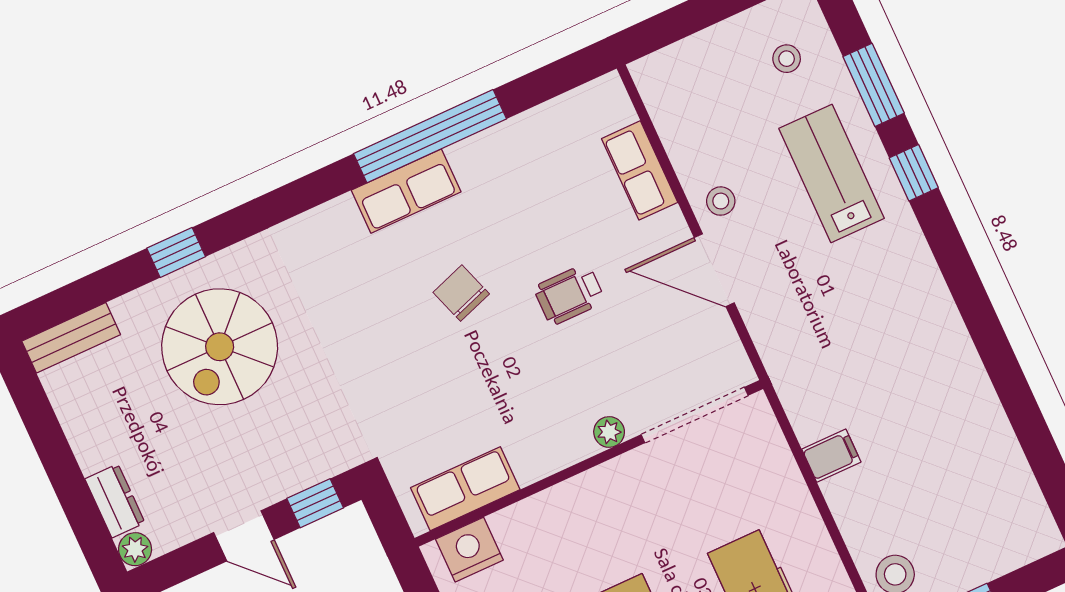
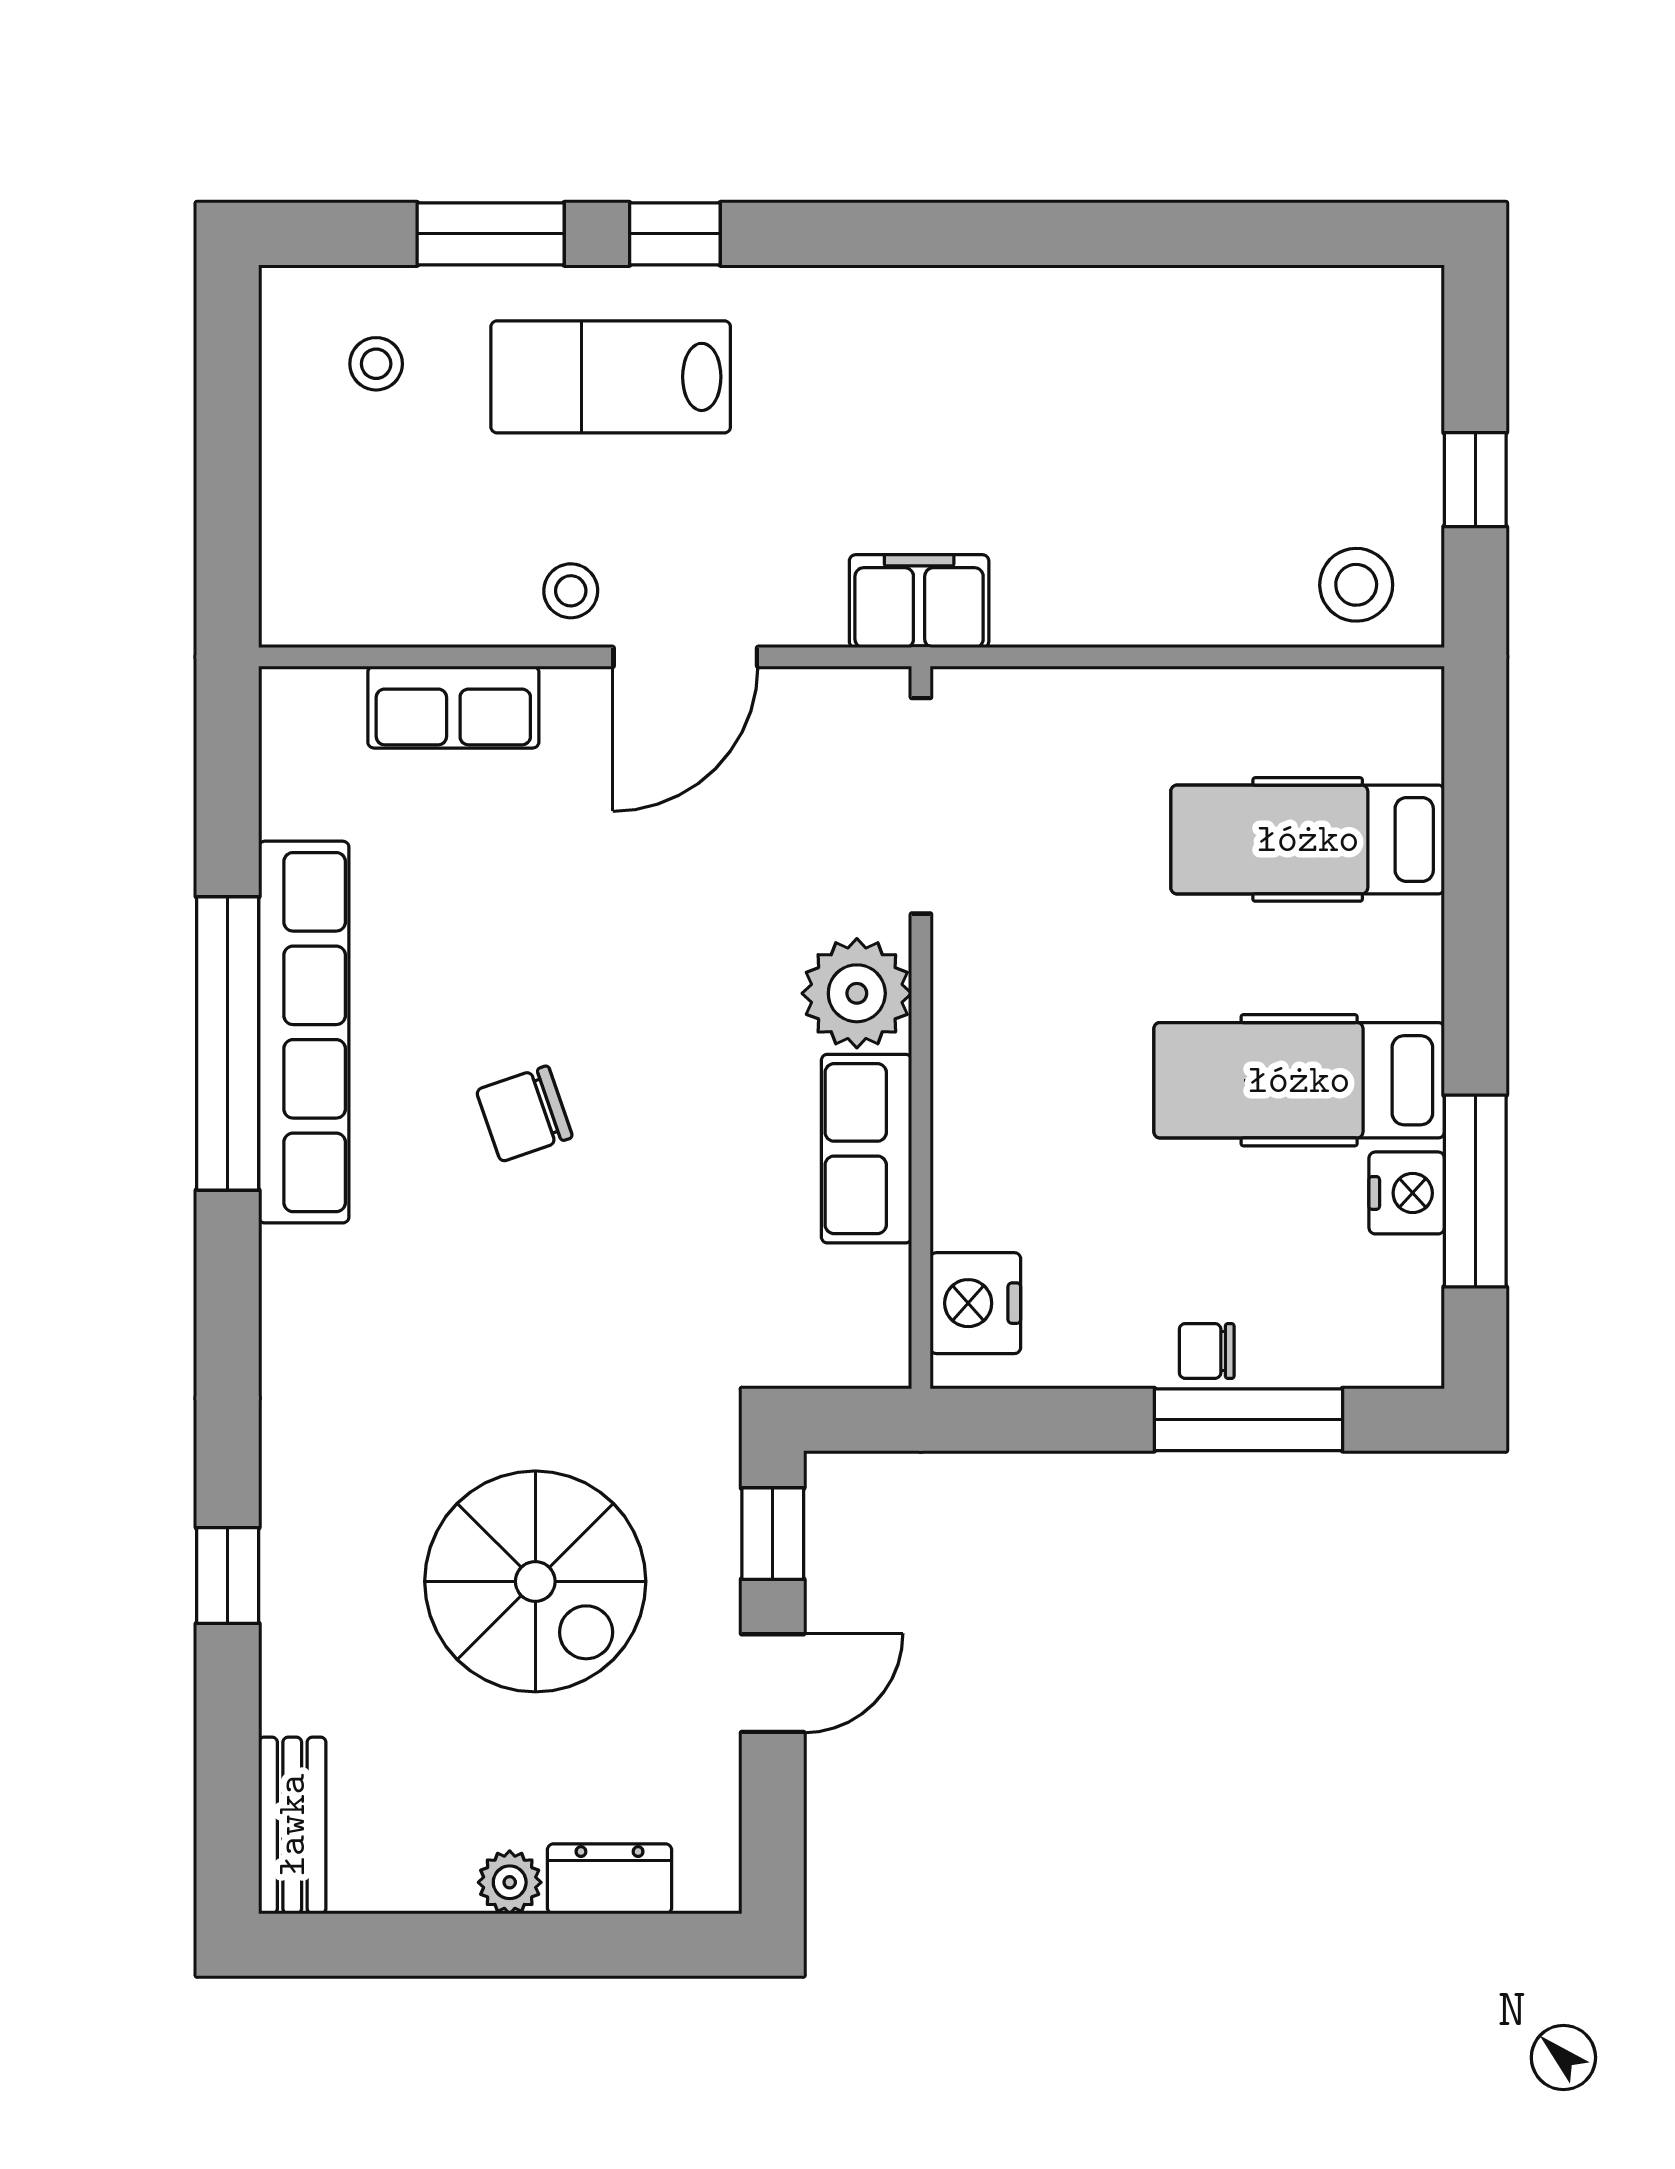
row of seats: (406, 191) -> (304, 1032), width x2.02
wheelchair: (569, 294) -> (612, 927), removed
spiral stairs: (220, 347) -> (535, 1581), moved
plant: (609, 432) -> (857, 993), width x1.88, depth x1.88
filing cabinet: (831, 456) -> (919, 601), moved, width x2.00
row of seats: (465, 489) -> (867, 1149), moved
plant: (135, 549) -> (510, 1882), moved

